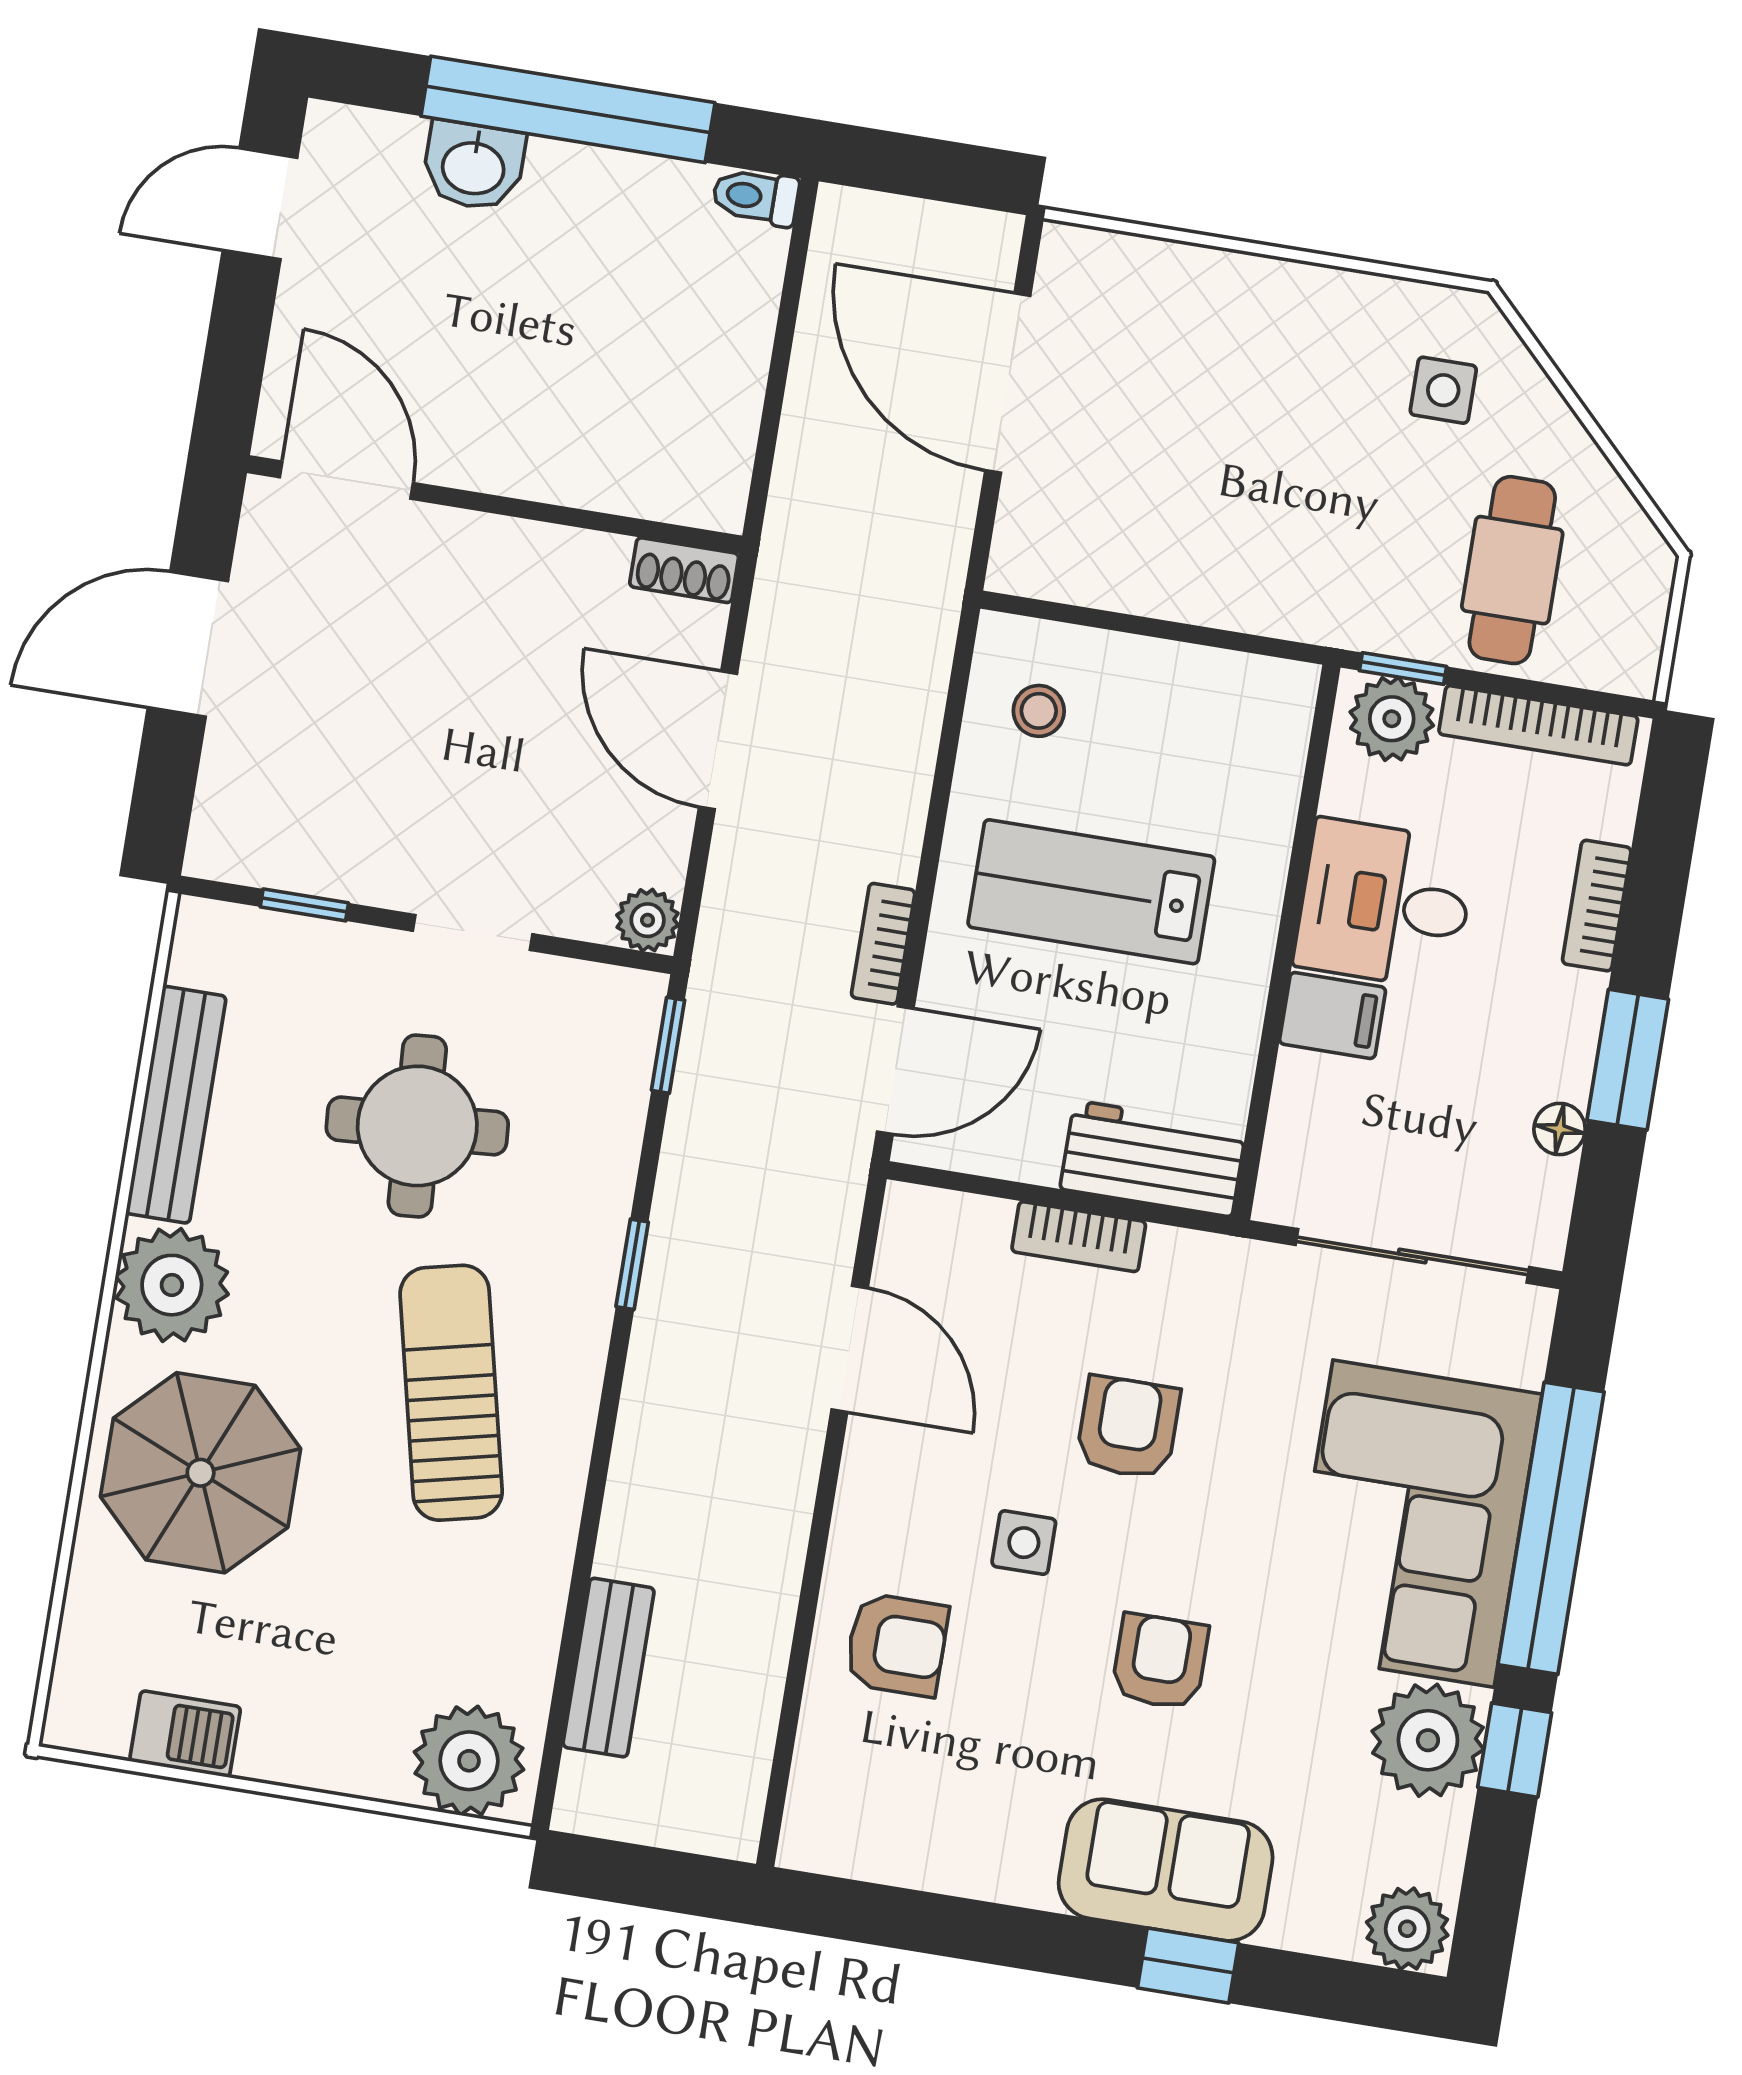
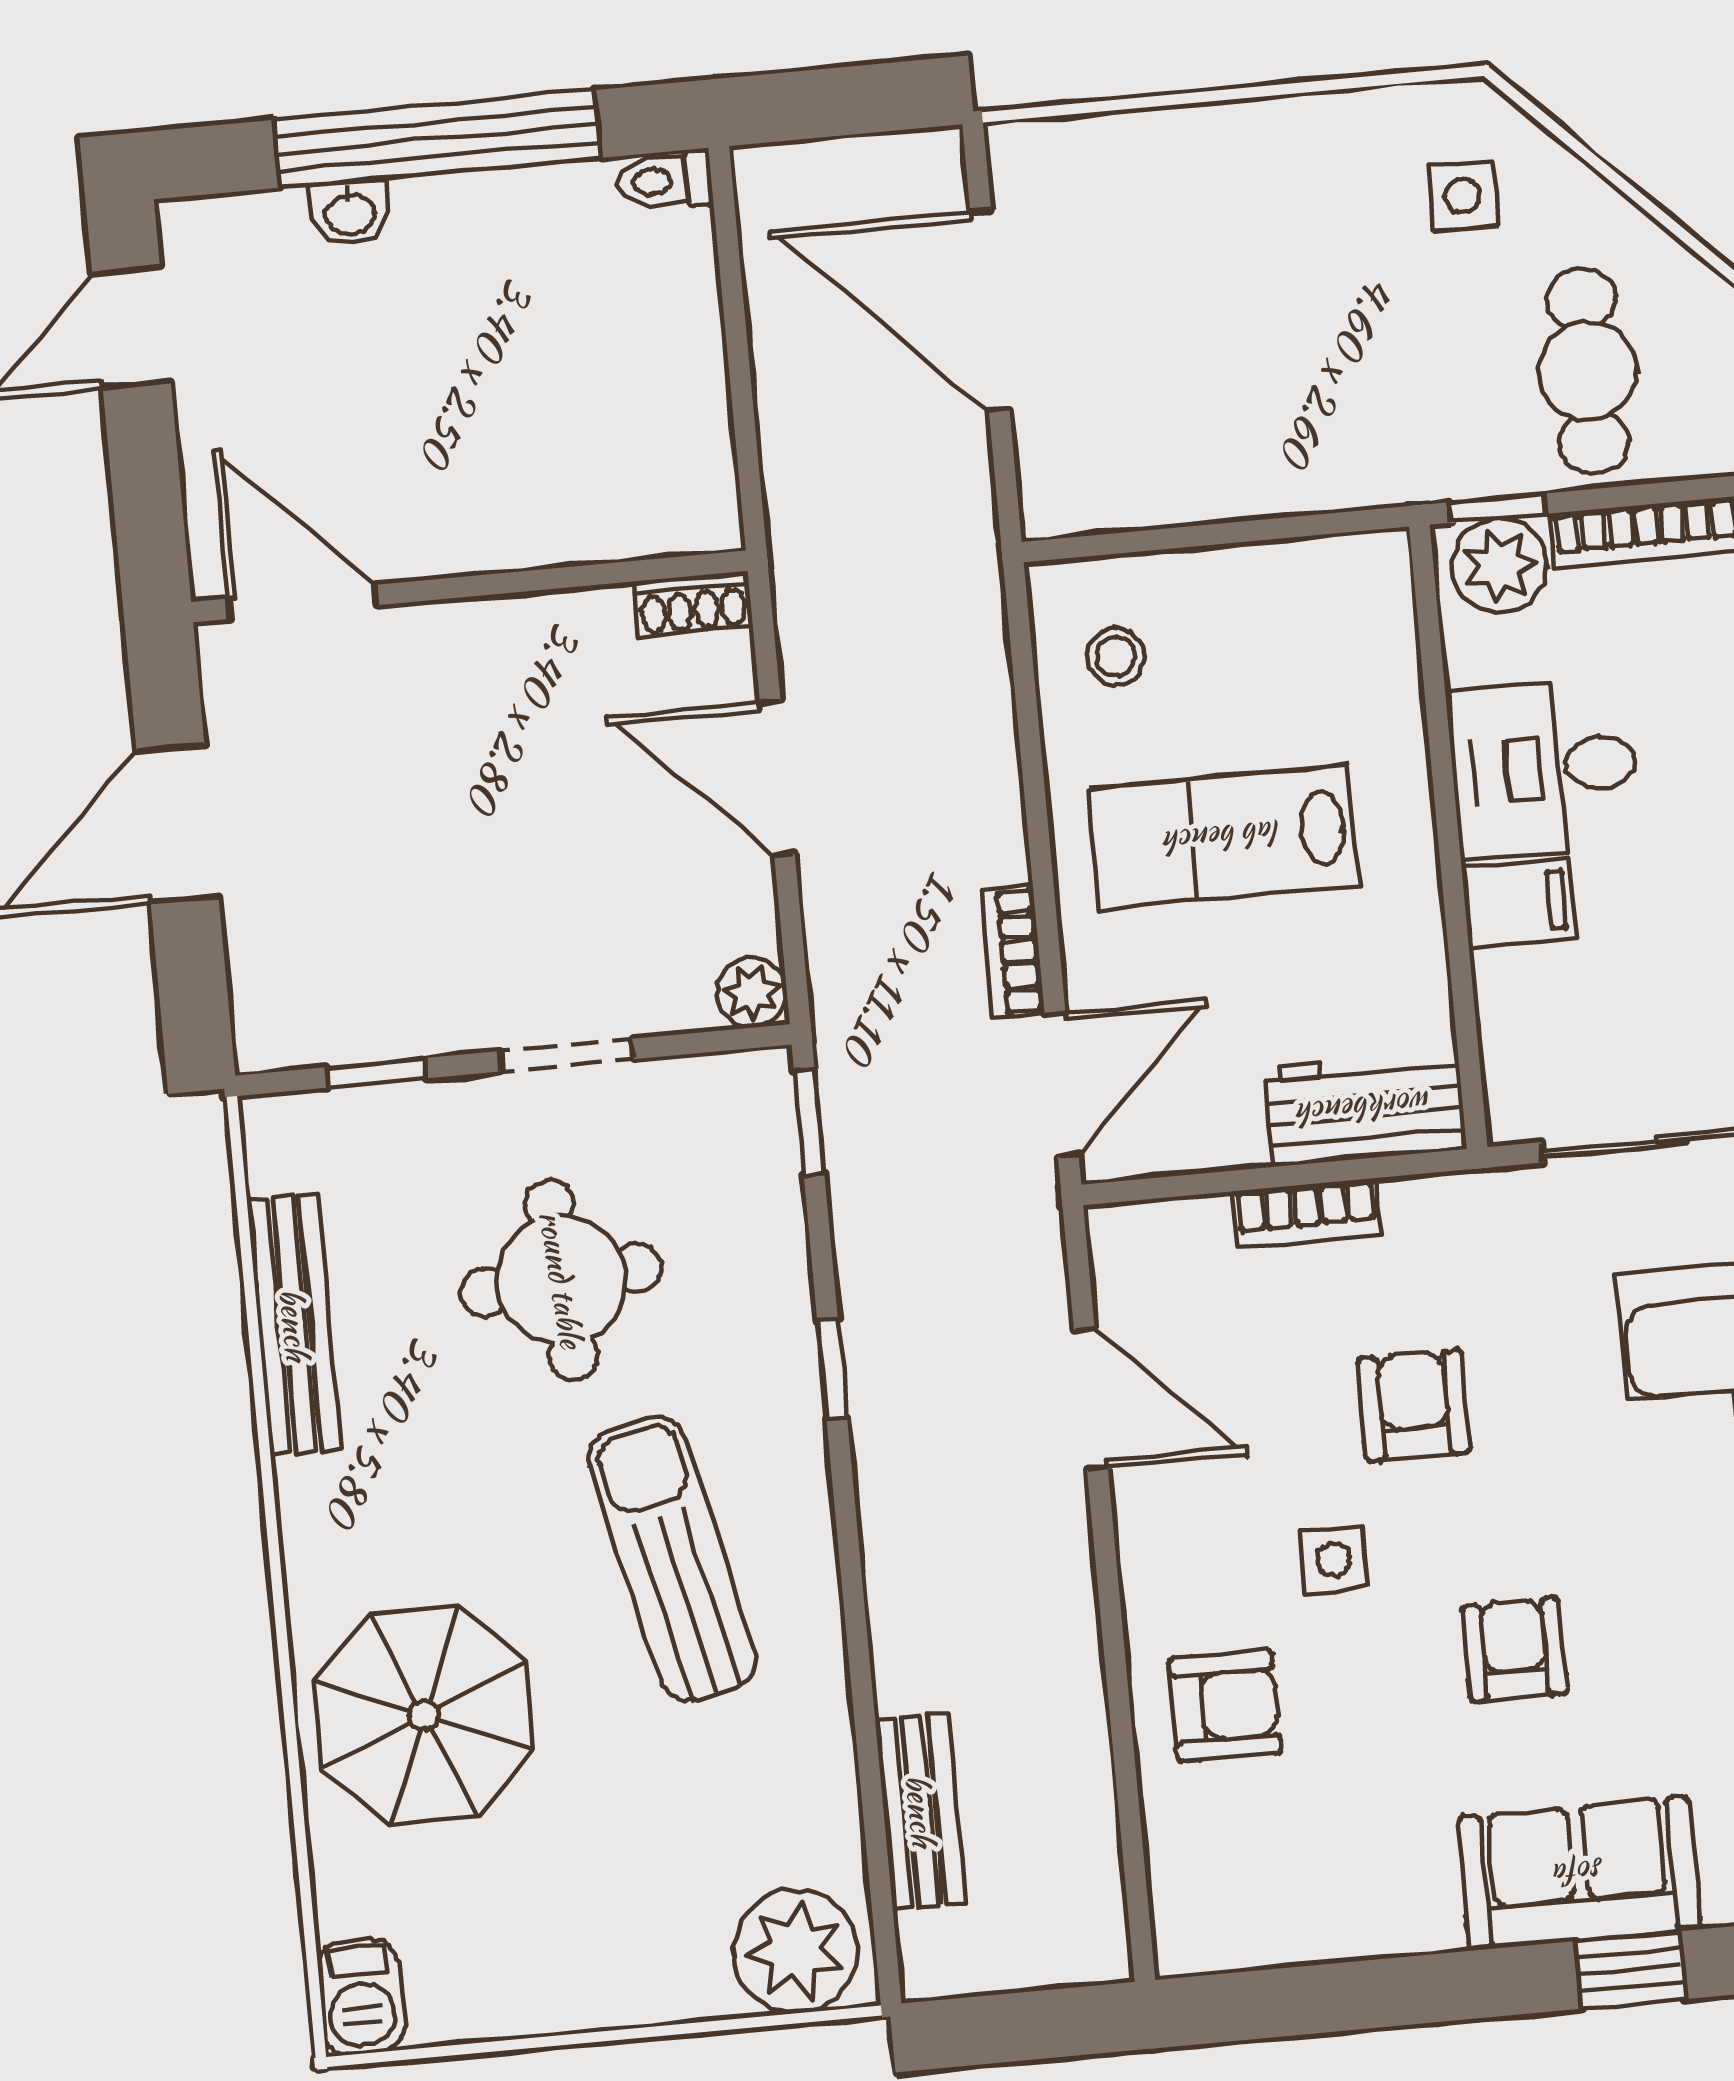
washbasin: (474, 166) -> (350, 213), width x0.72, depth x0.69
plant: (172, 1285) -> (340, 1521), removed
barbecue: (185, 1734) -> (361, 1997), moved, turned 90

